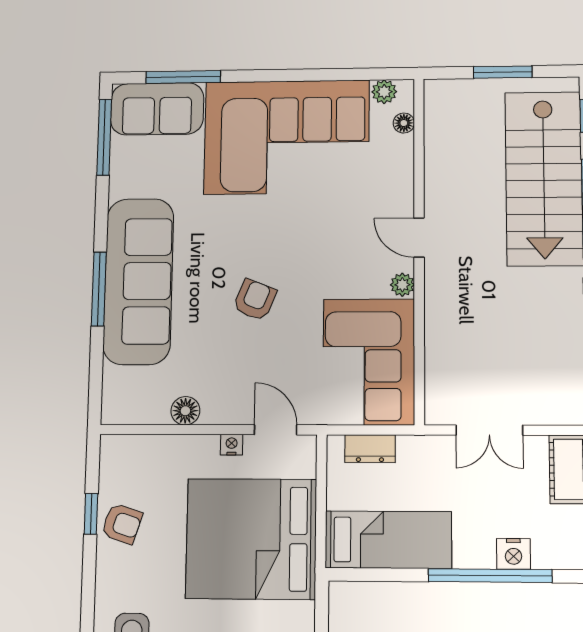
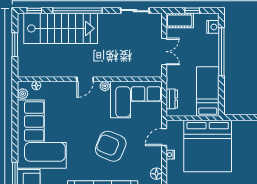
armchair: (255, 300) -> (111, 146), width x1.88, depth x1.88
nightstand: (513, 554) -> (213, 27), moved

